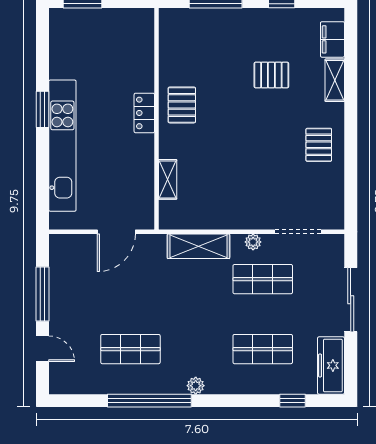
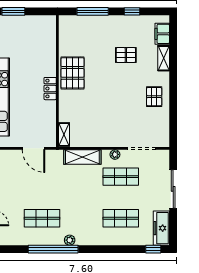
pallet: (182, 105) -> (73, 73), width x1.50, depth x1.42
locker: (144, 113) -> (50, 89), moved
shelving: (168, 179) -> (64, 134), moved
door: (116, 232) -> (34, 148), hinge flipped
plant: (196, 386) -> (70, 240), moved
window: (292, 401) -> (153, 249), moved

